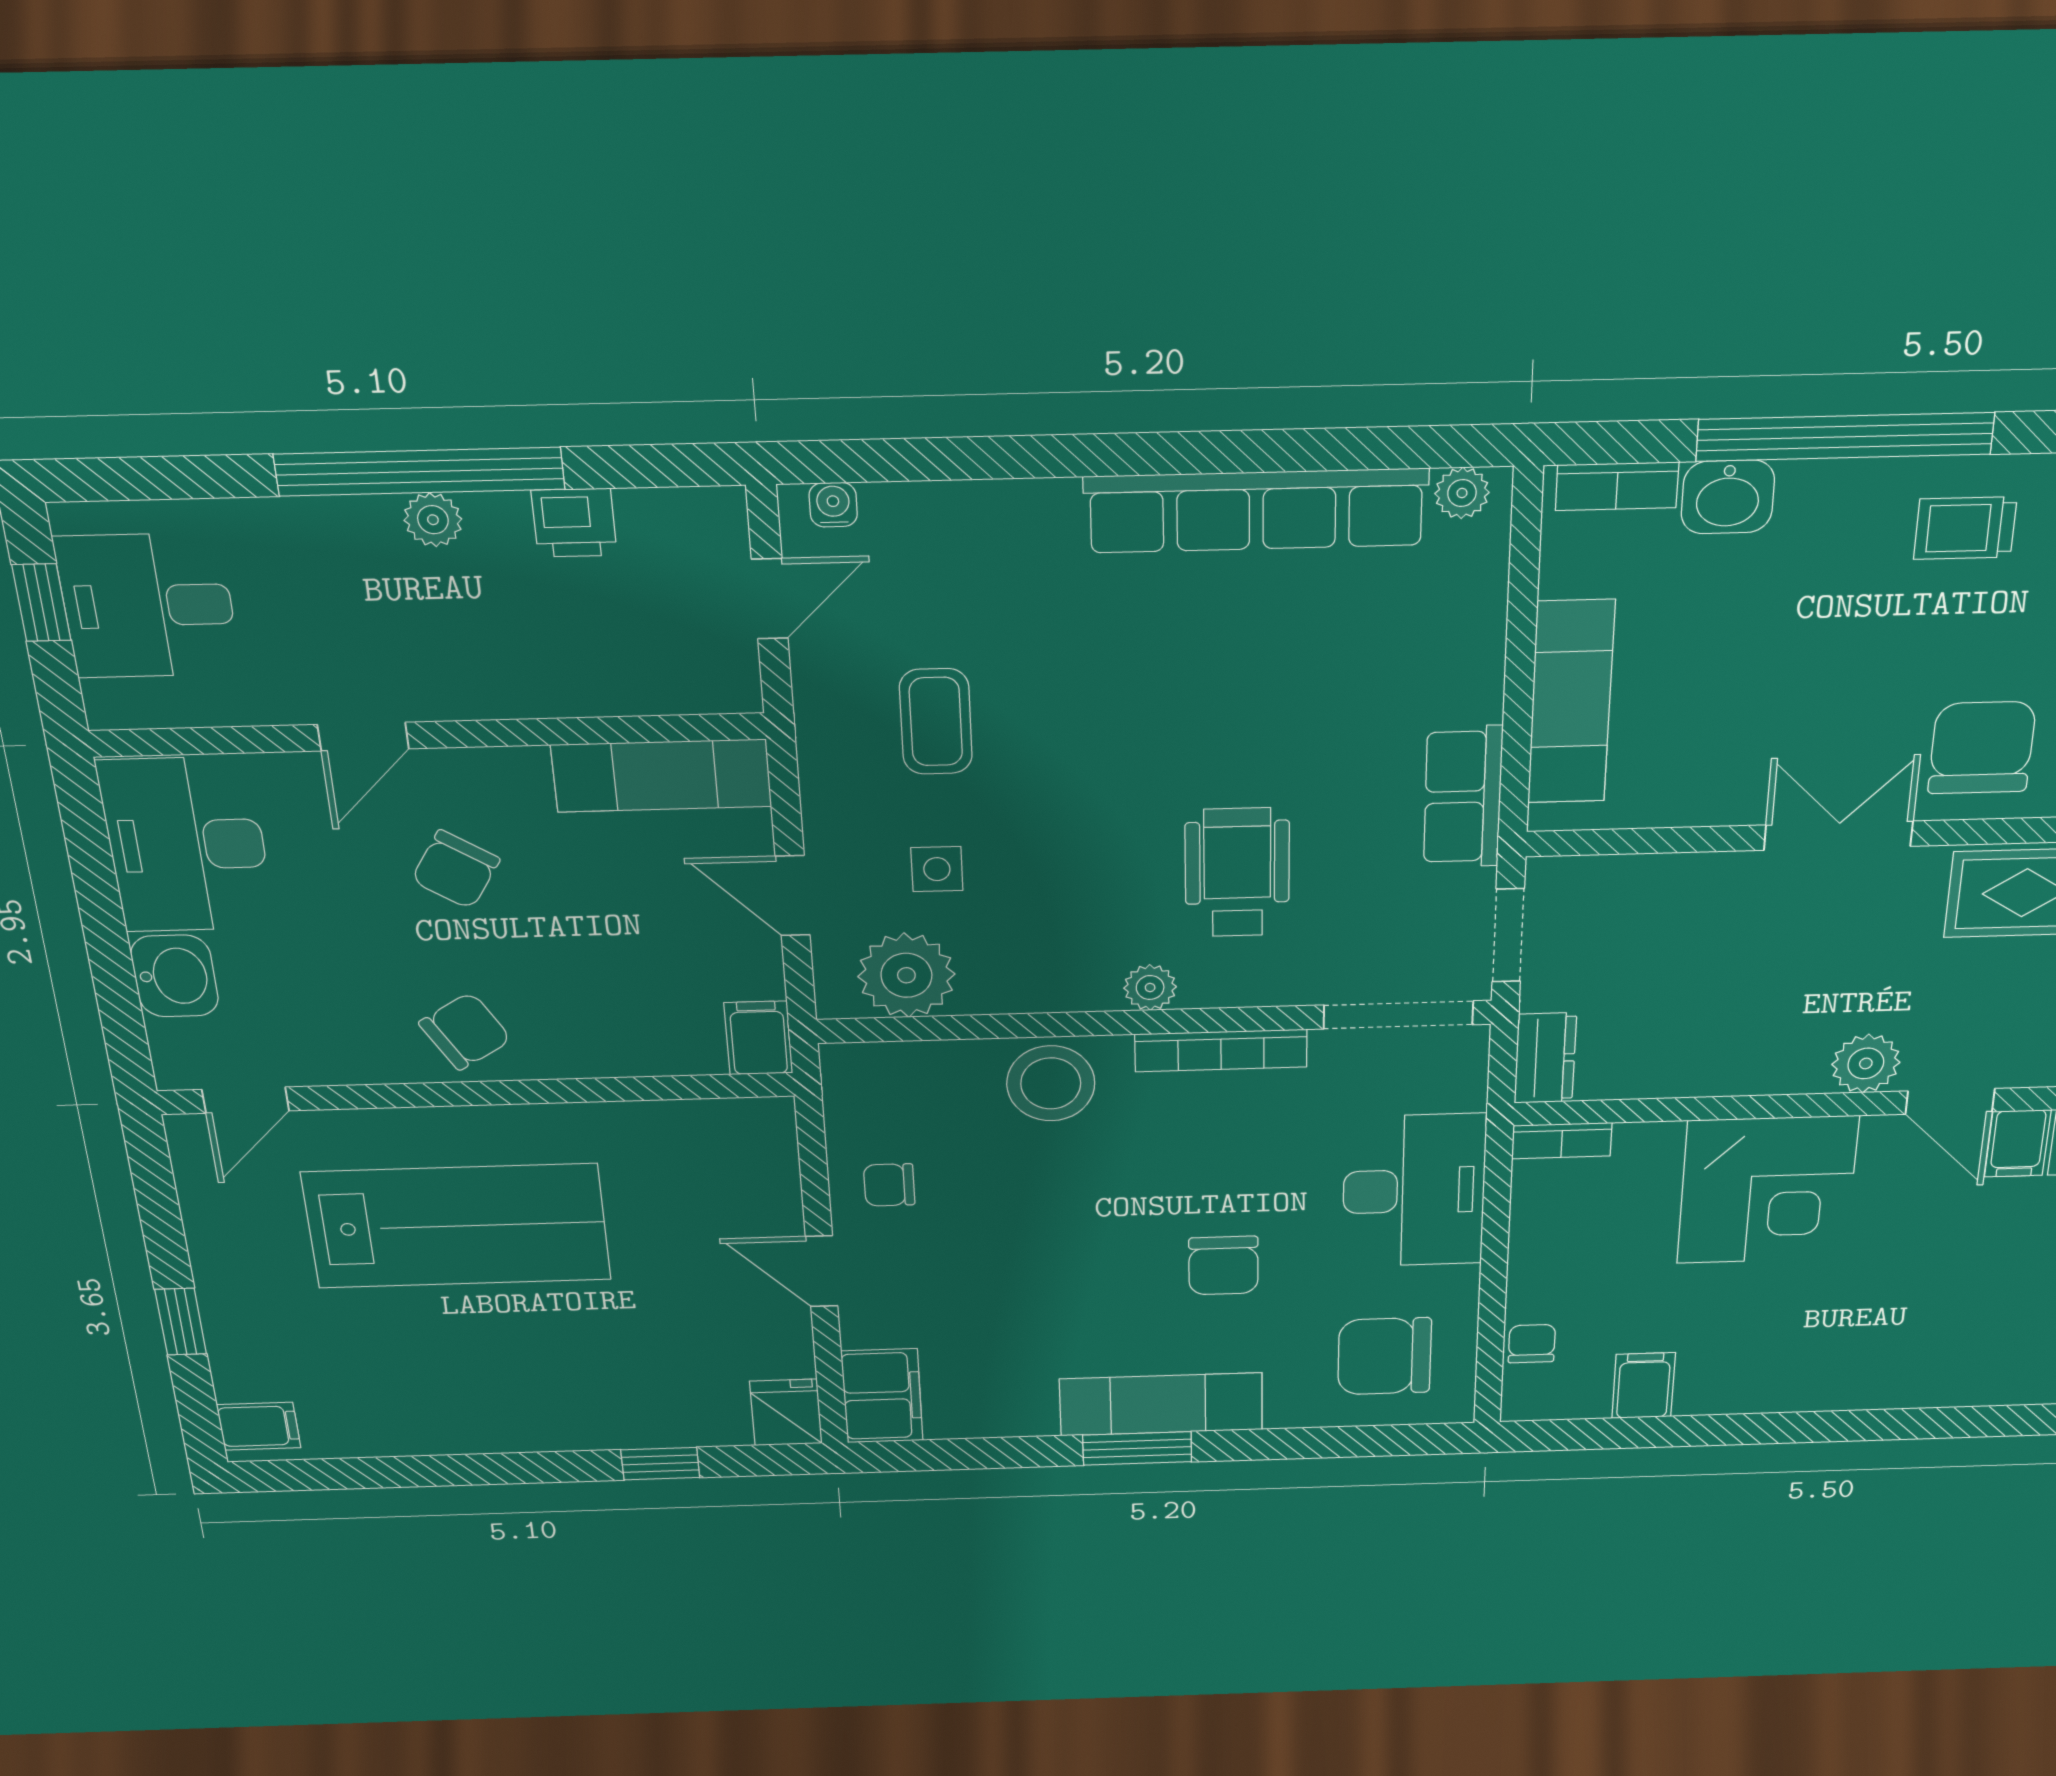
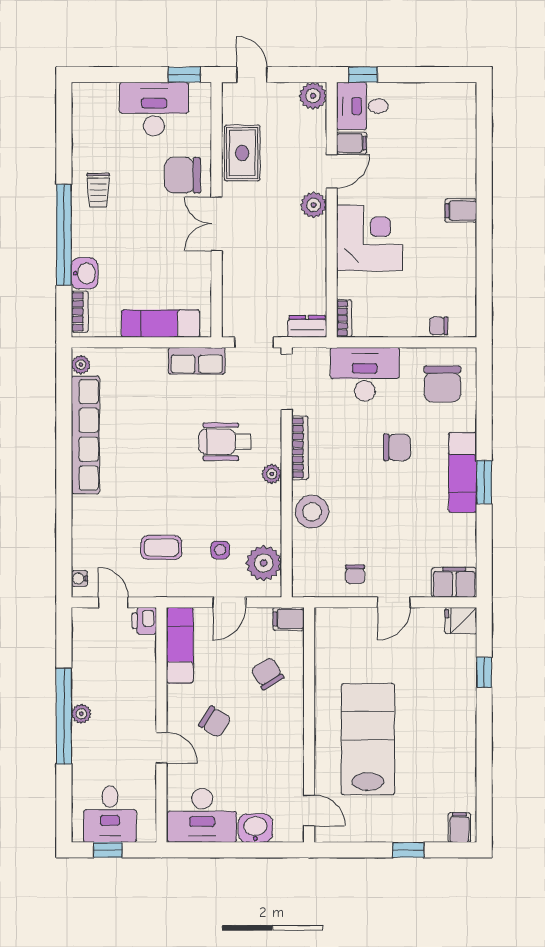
printer: (574, 523) -> (144, 621), moved, turned 180
chair: (465, 1031) -> (267, 673), moved
filing cabinet: (1644, 1386) -> (461, 211), moved

